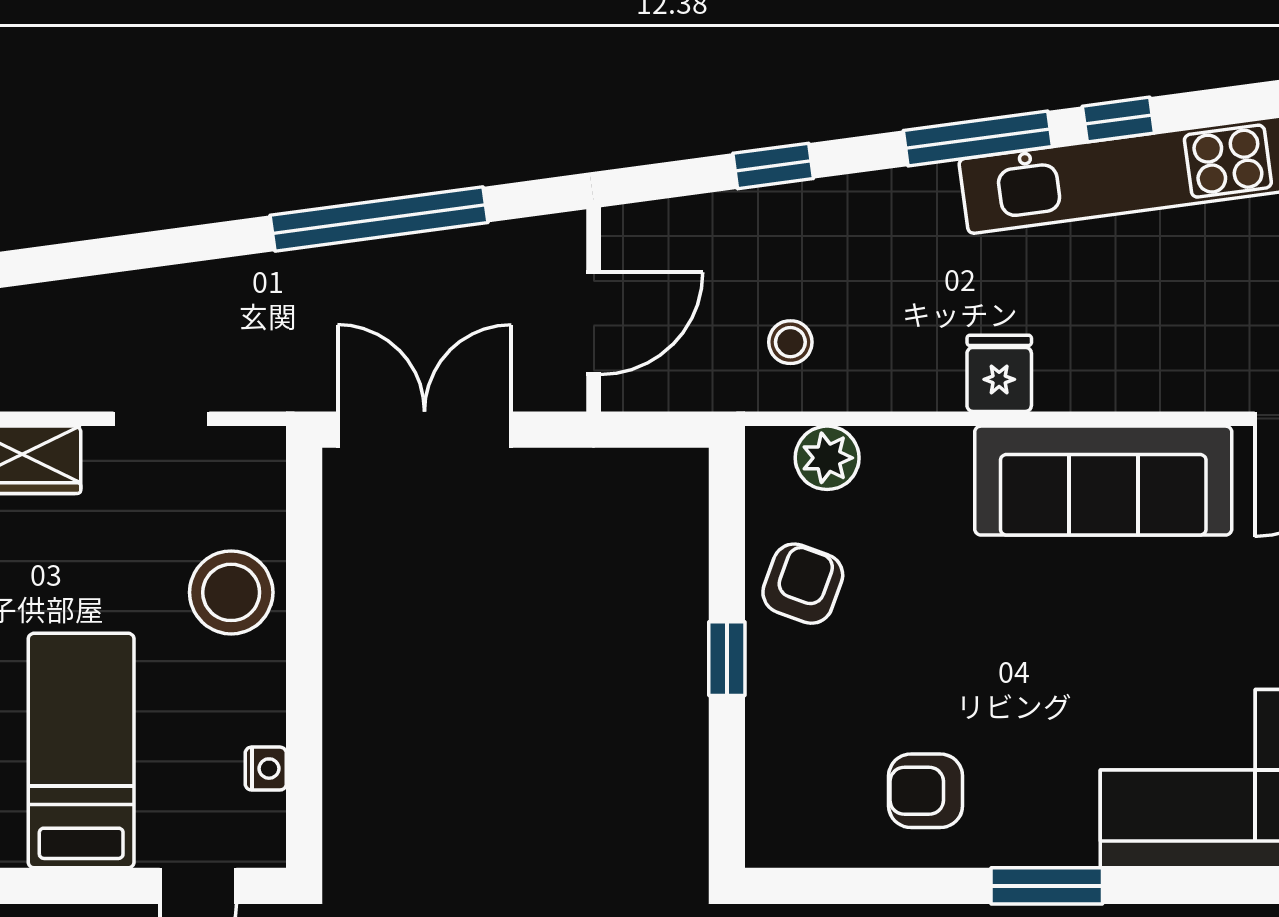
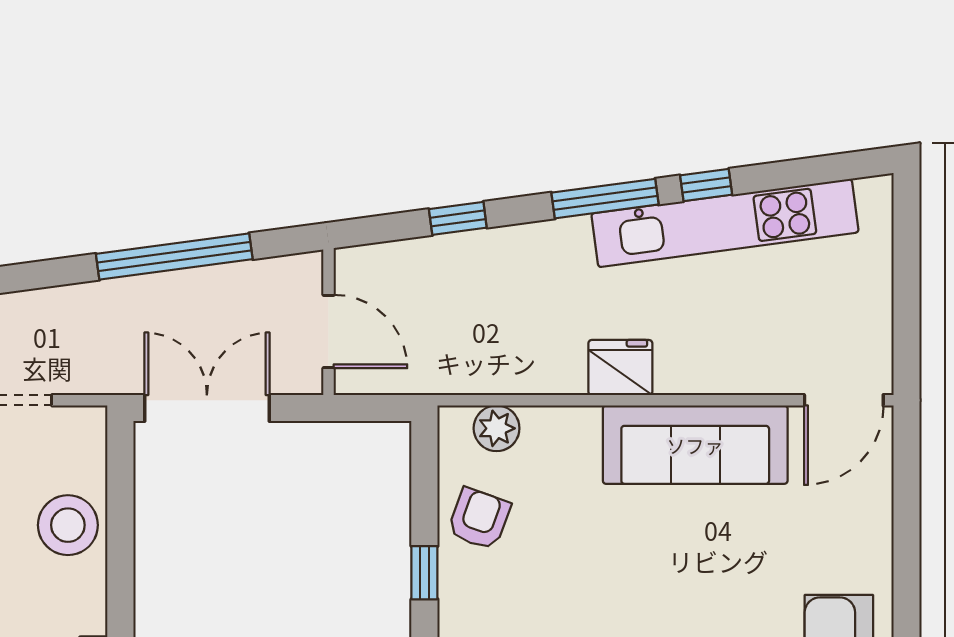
door: (594, 323) -> (329, 332), hinge flipped
stool: (790, 342) -> (470, 345), removed
fridge: (999, 373) -> (620, 367), width x1.38

